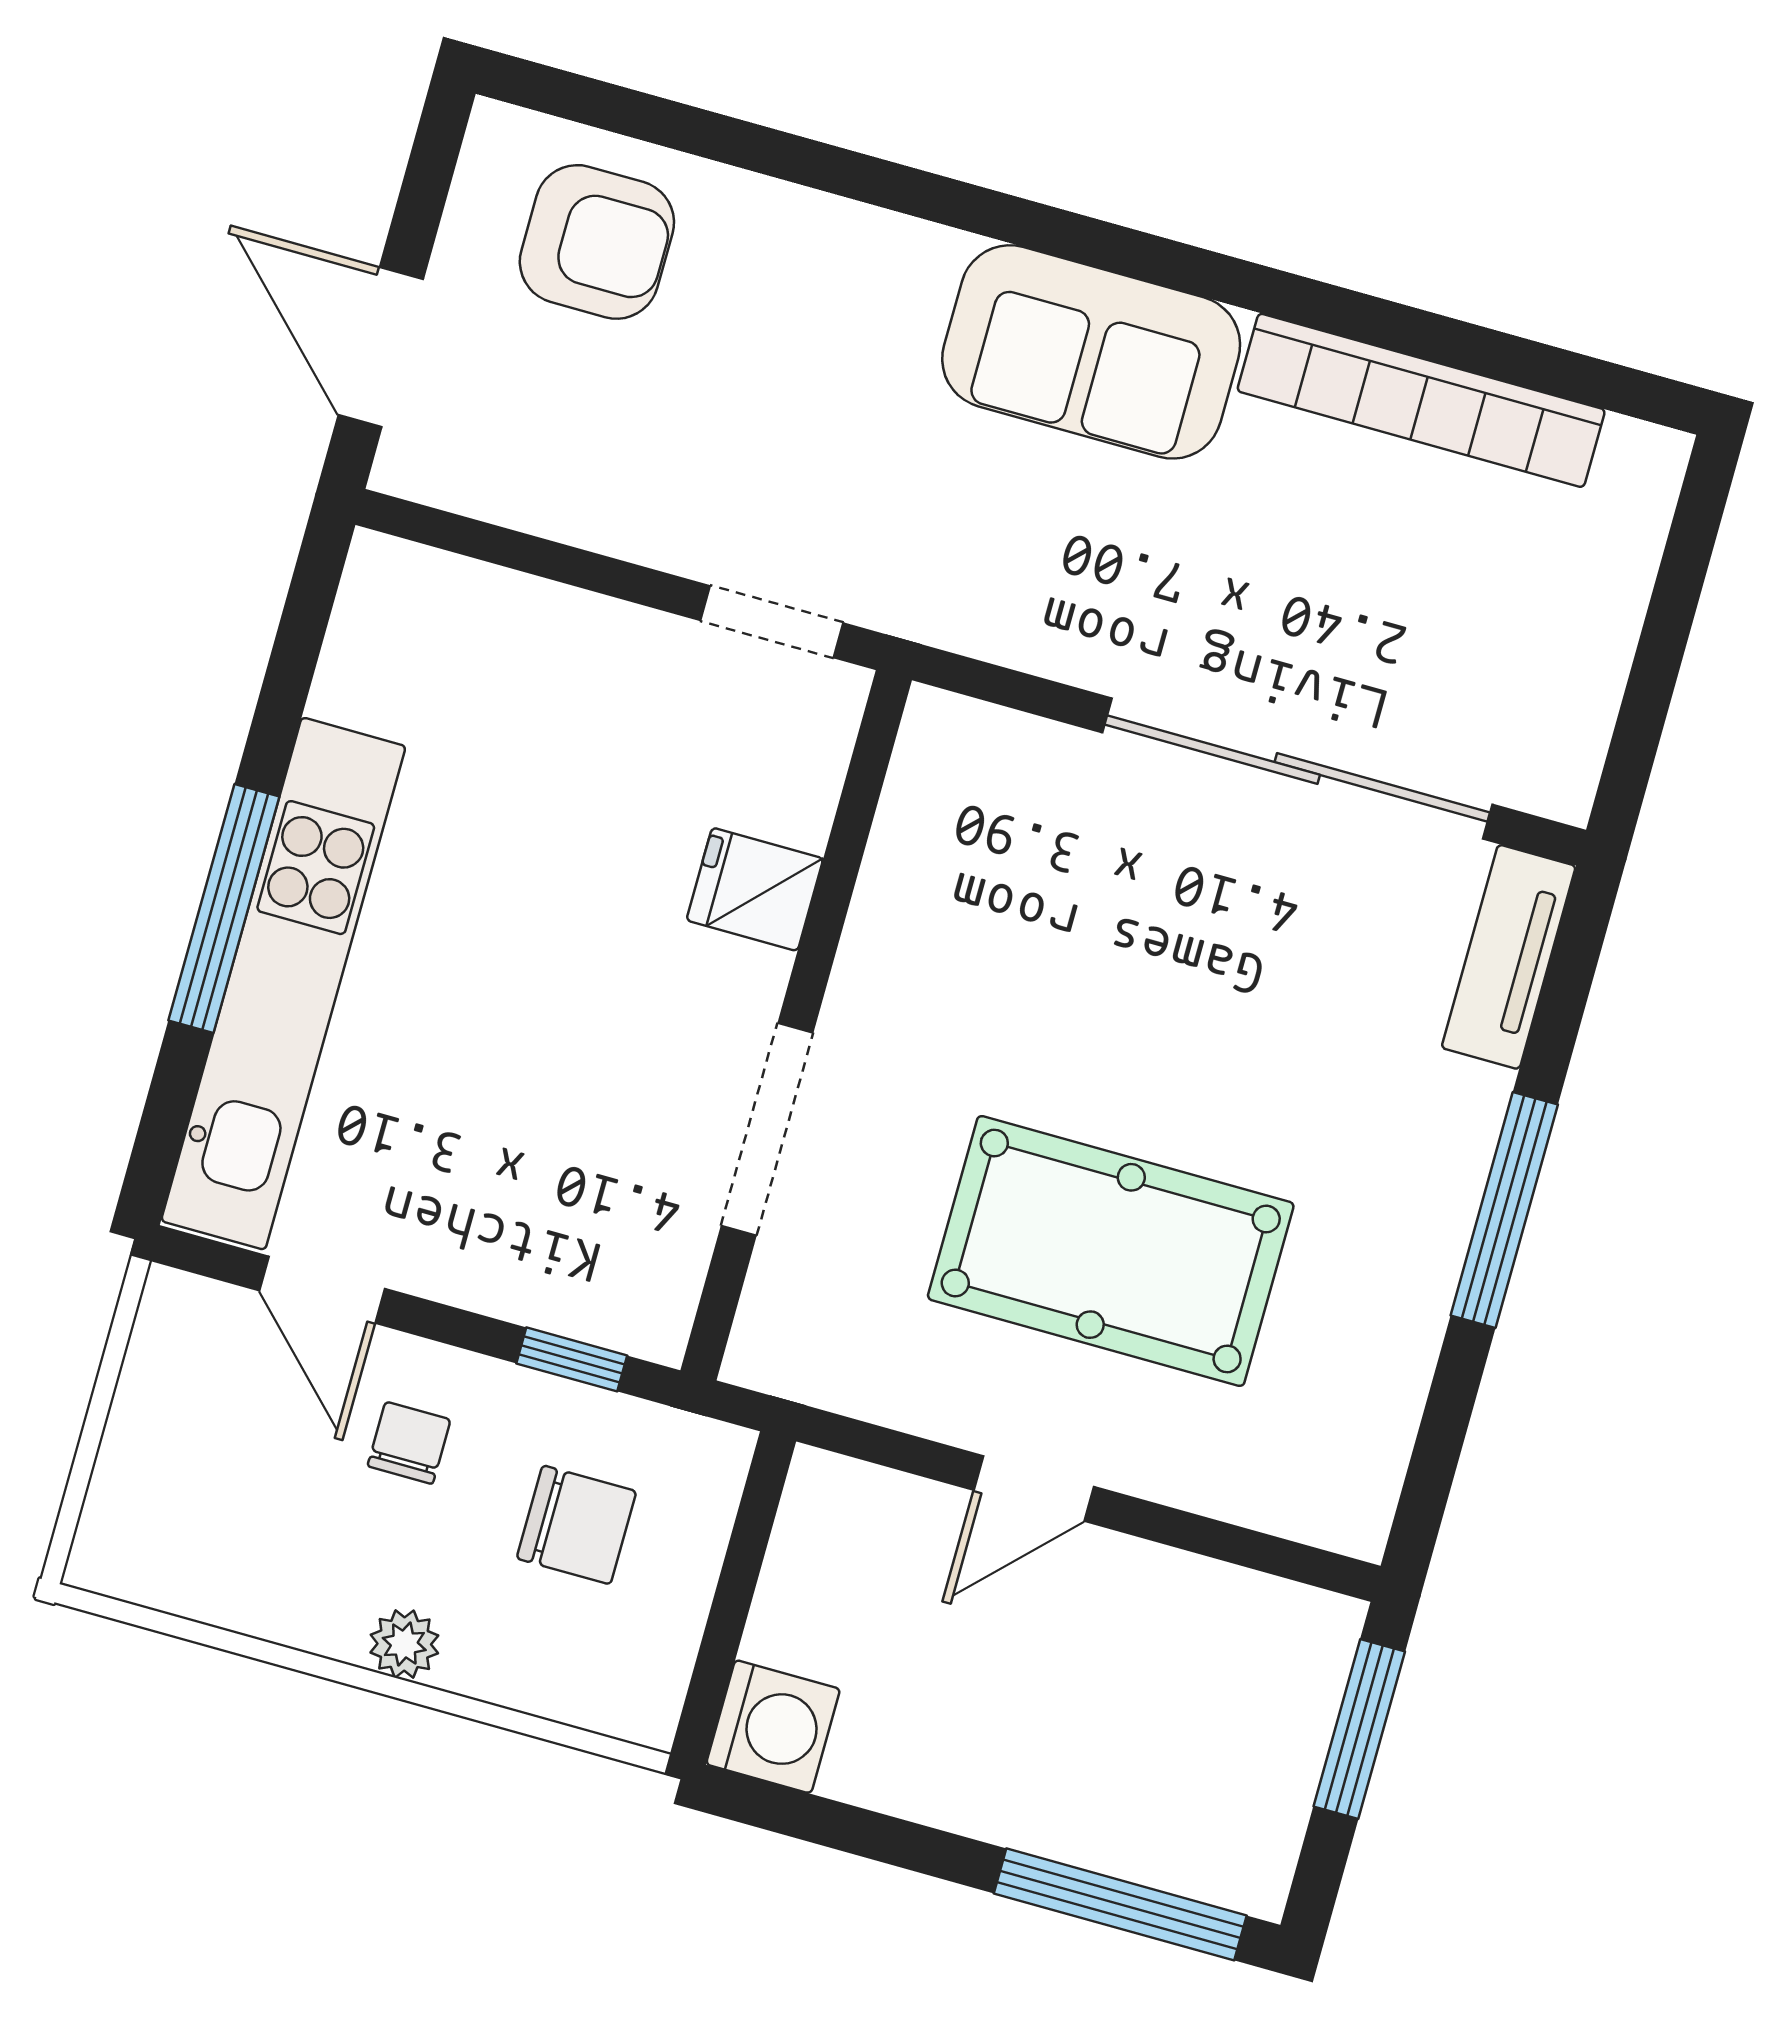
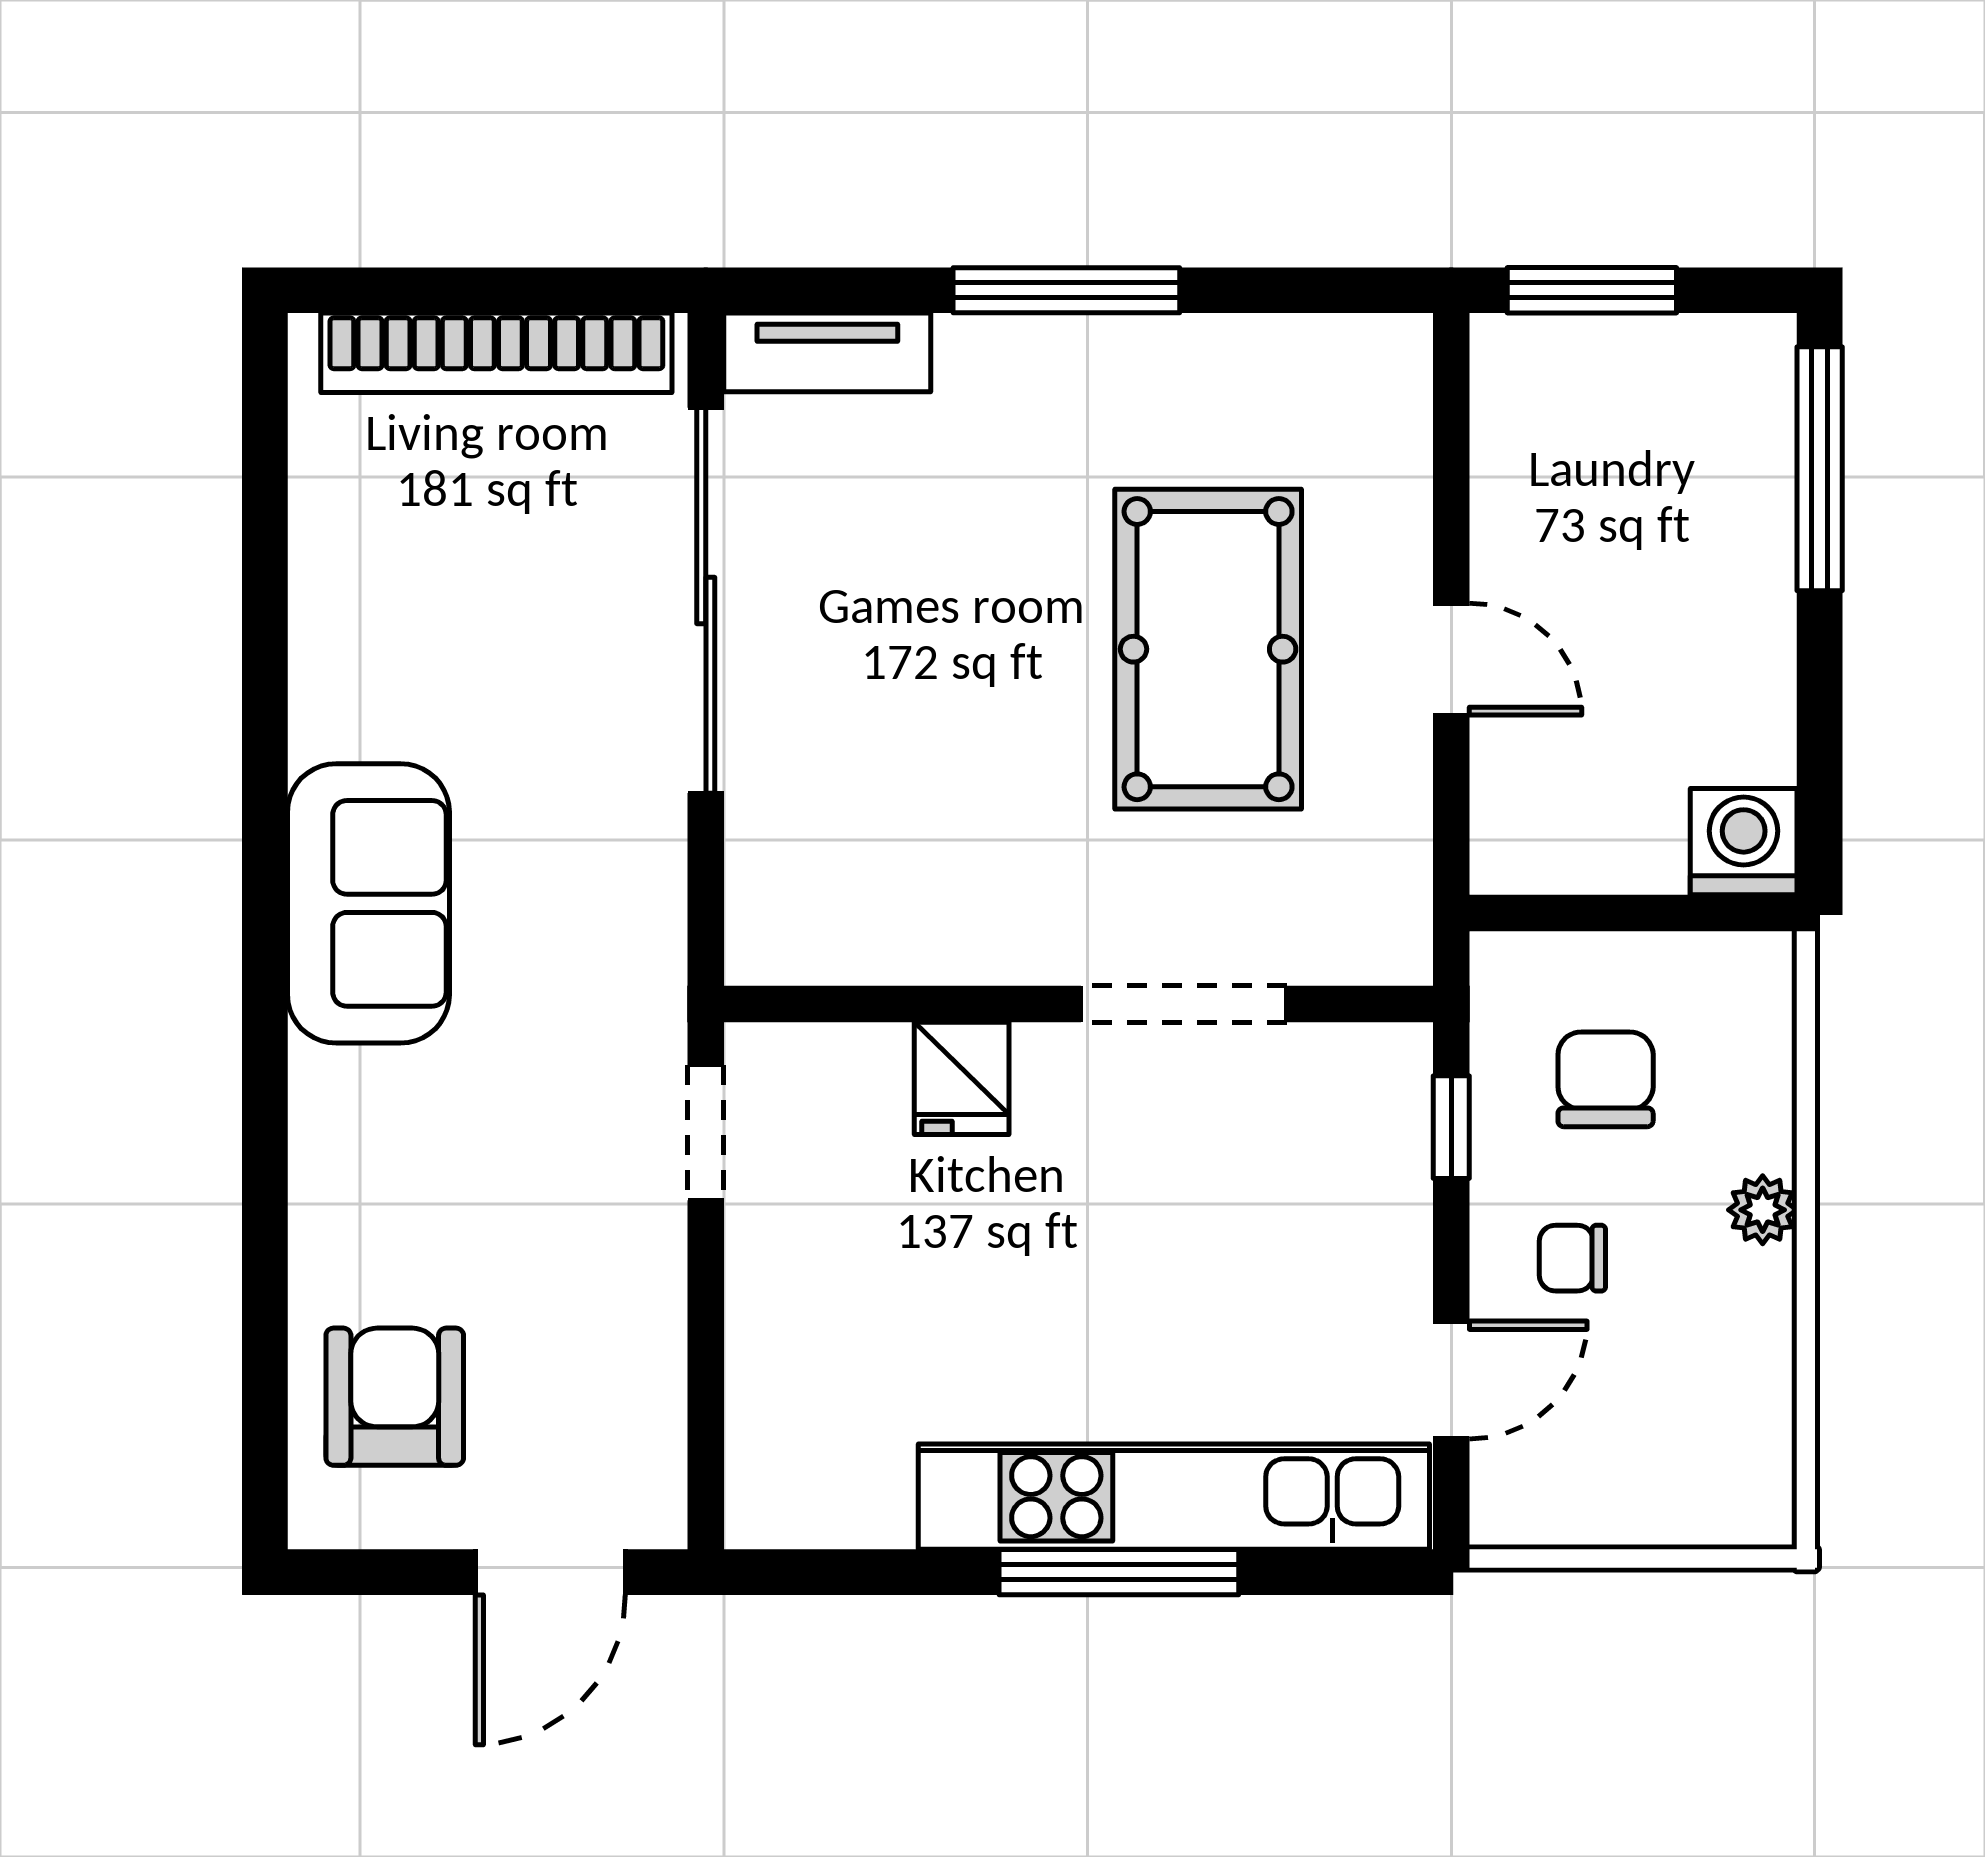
bookcase: (1421, 400) -> (496, 353), moved, turned 90

